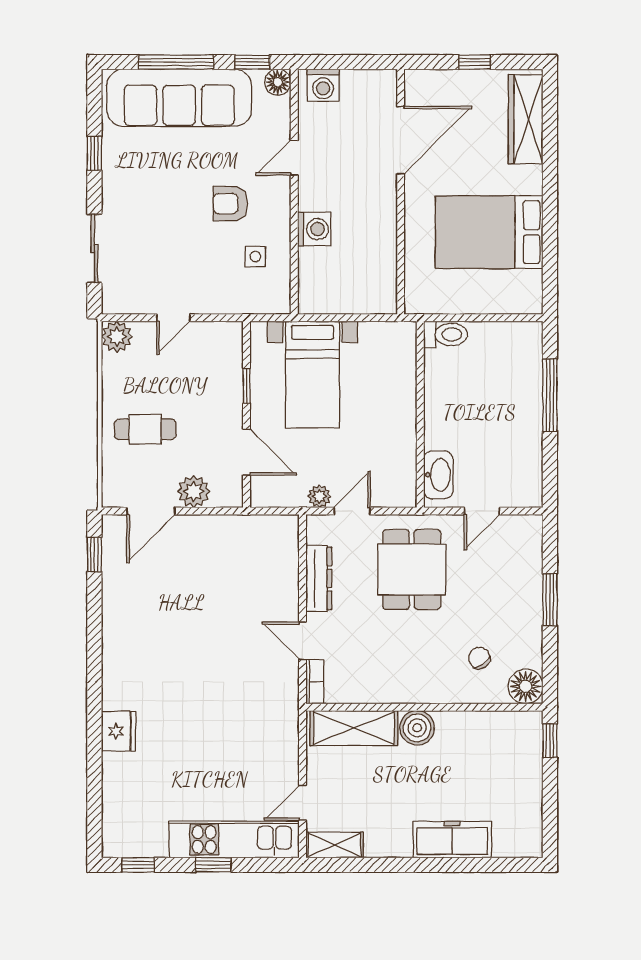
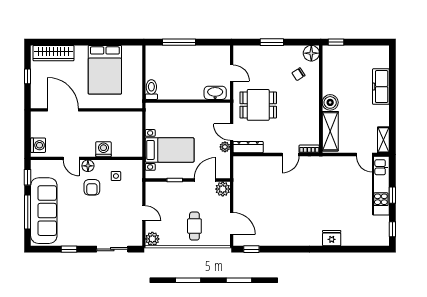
floor lamp: (278, 82) -> (88, 166), moved
plant: (194, 491) -> (223, 189), moved
dresser: (319, 578) -> (248, 147), moved

